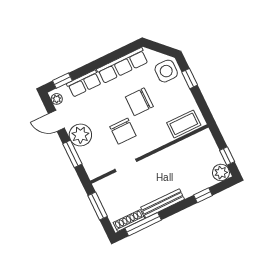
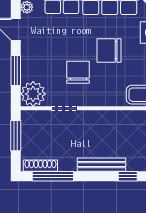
chair: (123, 131) -> (78, 72), turned 180
plant: (80, 135) -> (33, 94), moved
bench: (163, 203) -> (101, 165), moved

